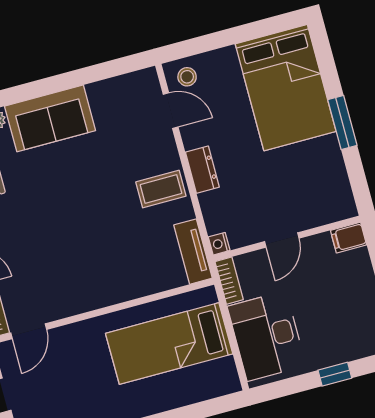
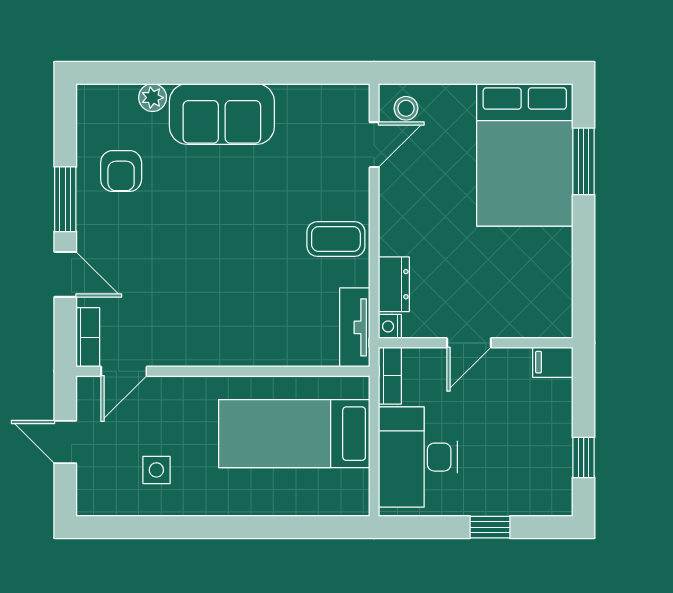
door: (171, 111) -> (374, 145), hinge flipped
window: (342, 123) -> (584, 161), moved
dresser: (202, 170) -> (394, 284), moved
side table: (73, 399) -> (156, 470), added

